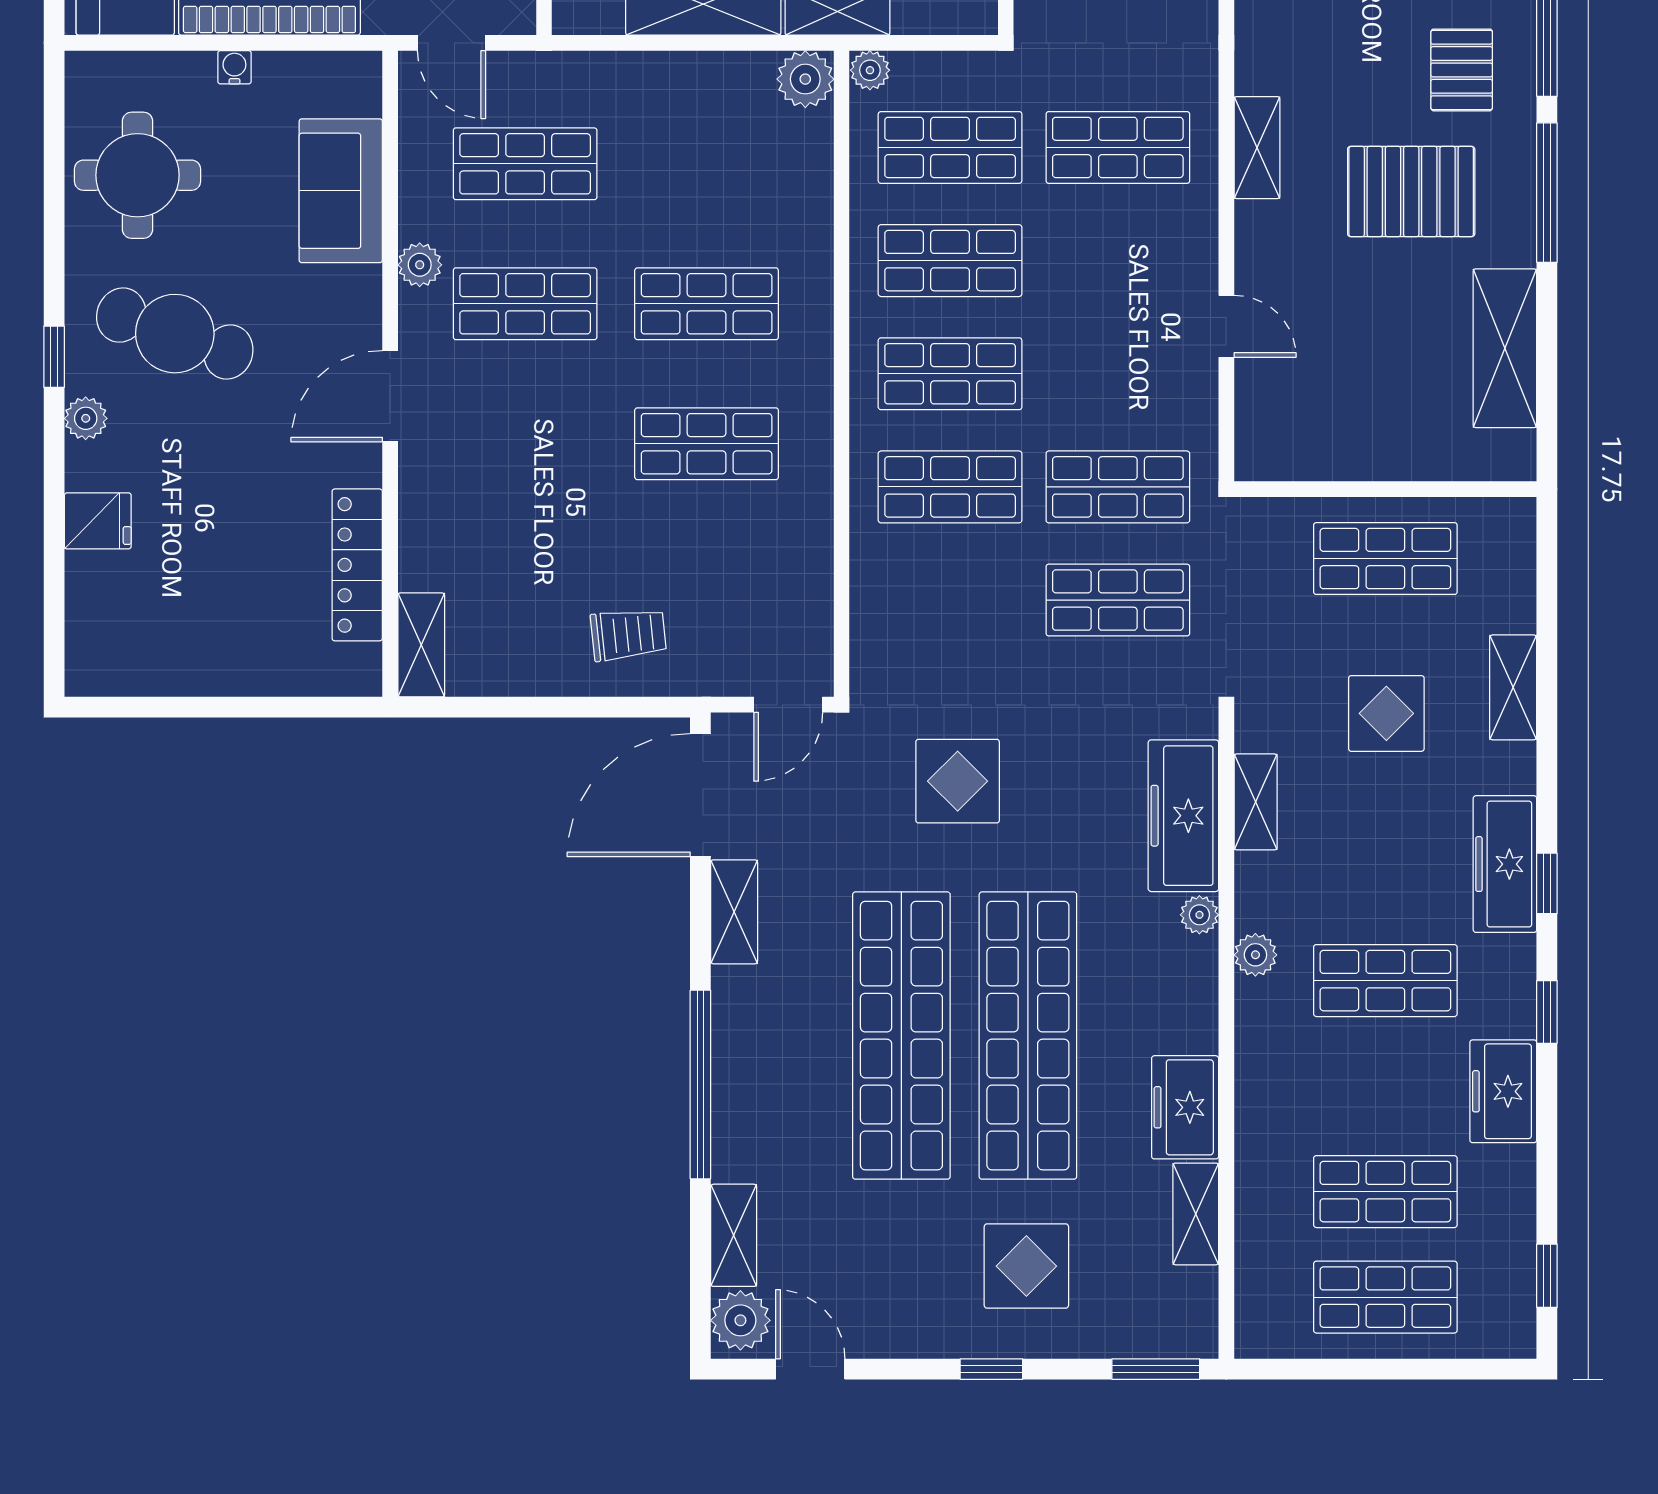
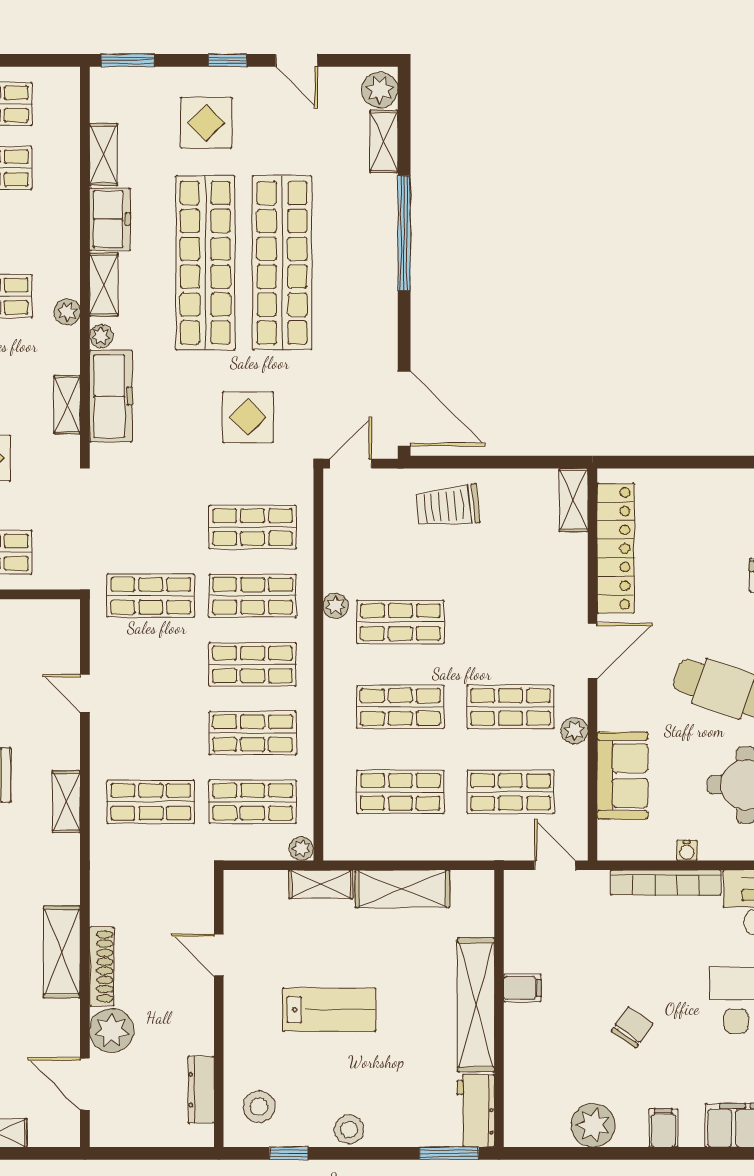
plant: (805, 79) -> (336, 606), moved, width x0.73, depth x0.73
shop shelf: (707, 164) -> (400, 792), added
locker: (357, 565) -> (616, 548), width x1.41, depth x1.21
shop shelf: (1118, 600) -> (253, 527), moved
trolley: (628, 634) -> (448, 506), width x1.36, depth x1.39
door: (700, 795) -> (404, 409), hinge flipped
shelving: (734, 912) -> (104, 285), moved
door: (810, 1369) -> (297, 60), moved

